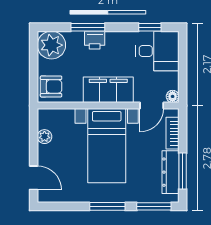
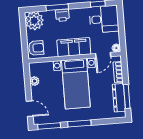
window: (154, 206) -> (49, 126), moved

